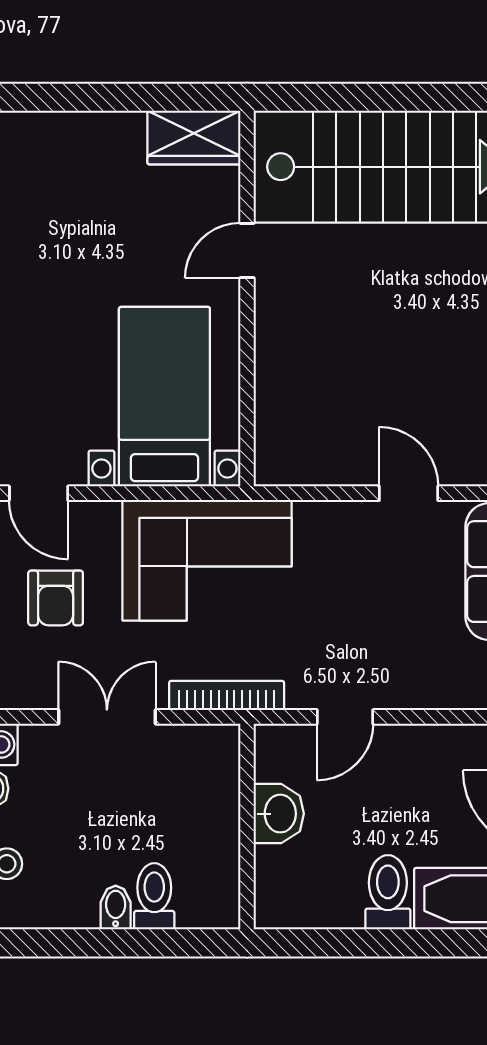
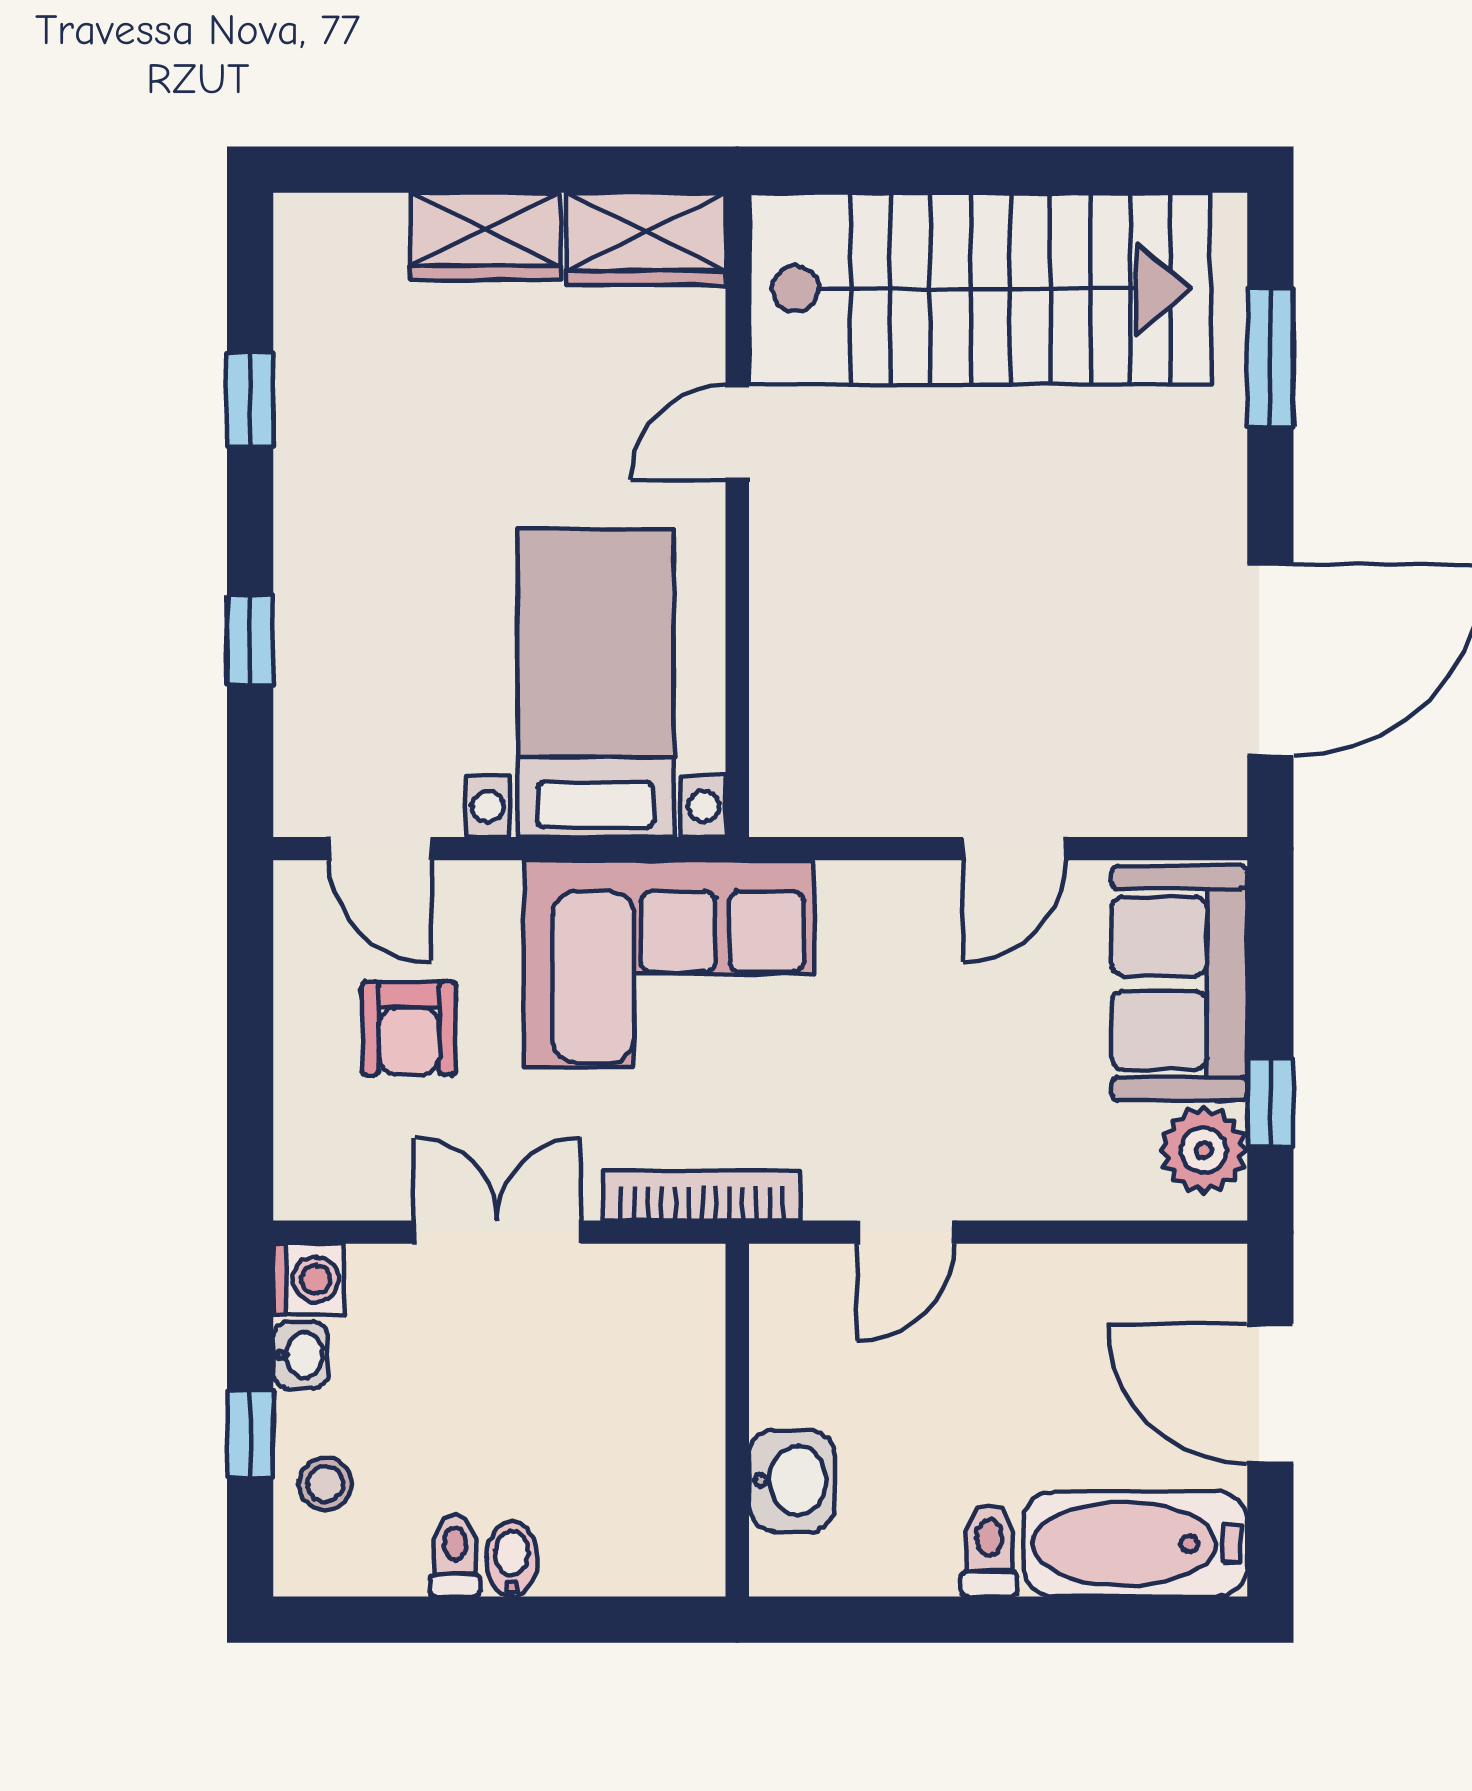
wardrobe: (100, 136) -> (485, 236), added
door: (408, 493) -> (1014, 849), swing flipped
washbasin: (279, 814) -> (792, 1481), moved
toilet: (388, 892) -> (989, 1551), width x0.73, depth x0.72
toilet: (154, 896) -> (455, 1556), moved, width x0.73, depth x0.72

